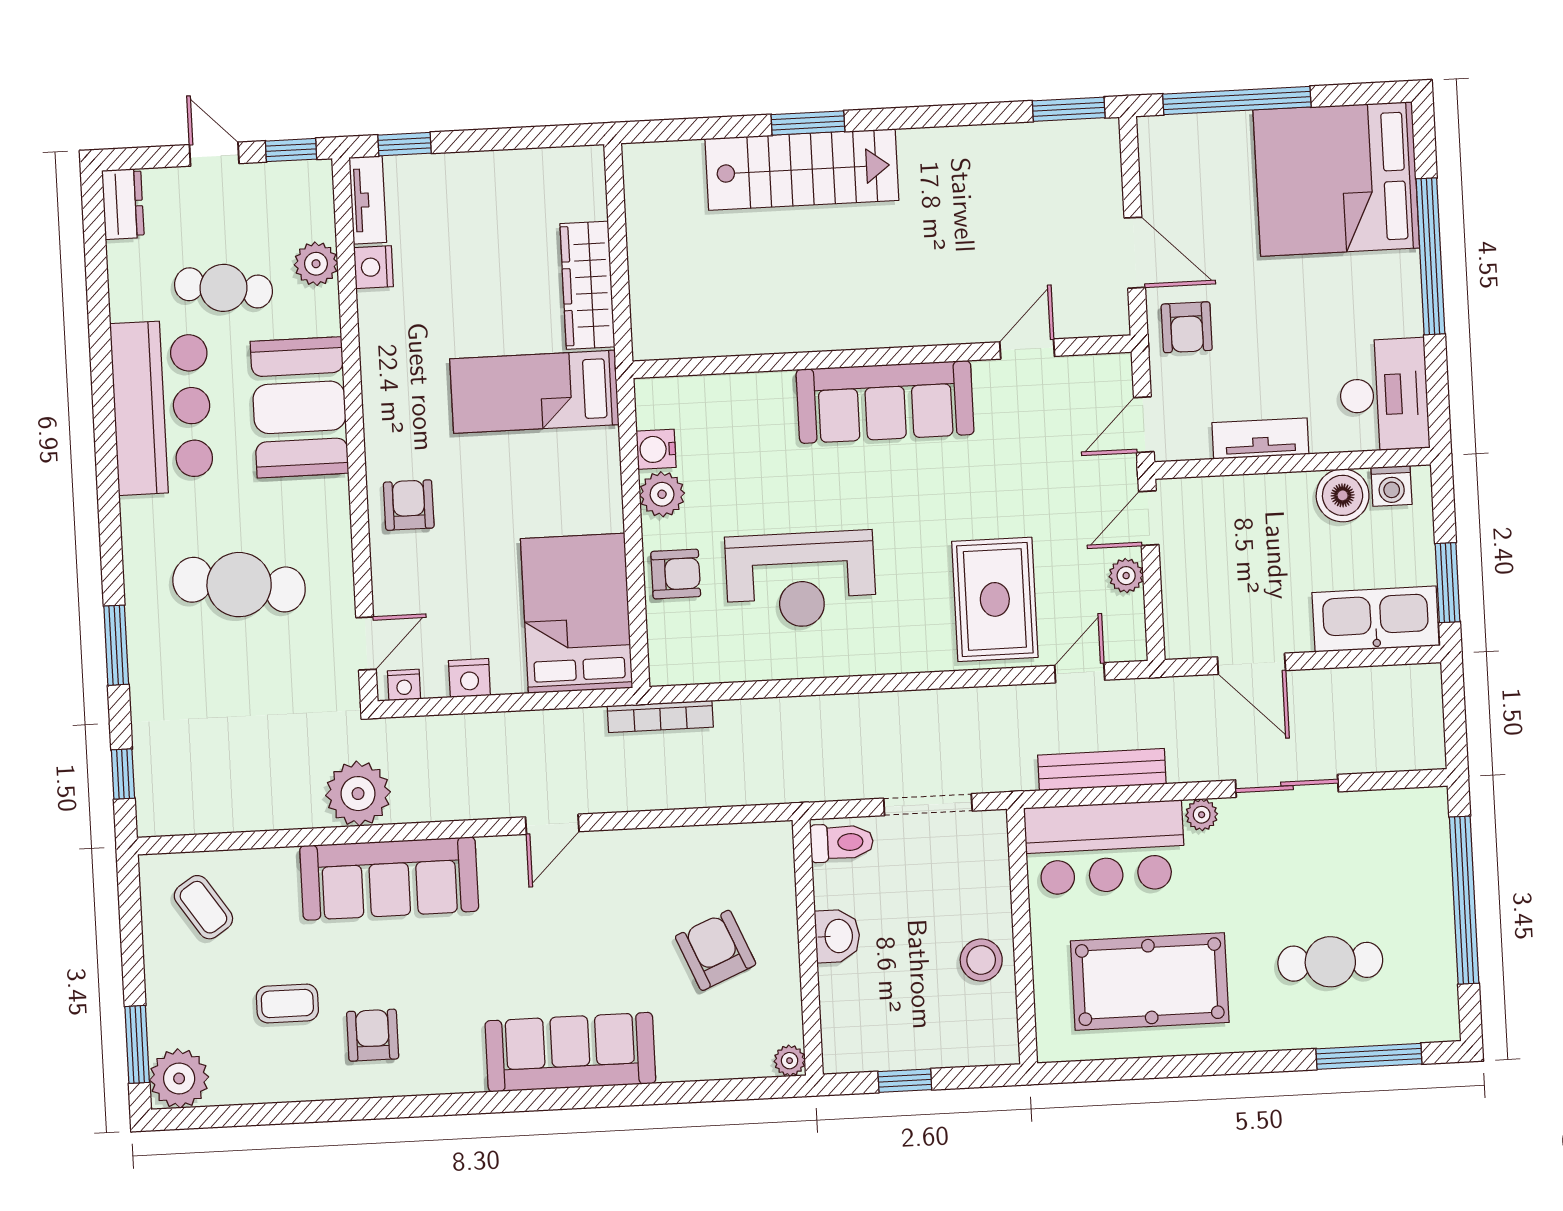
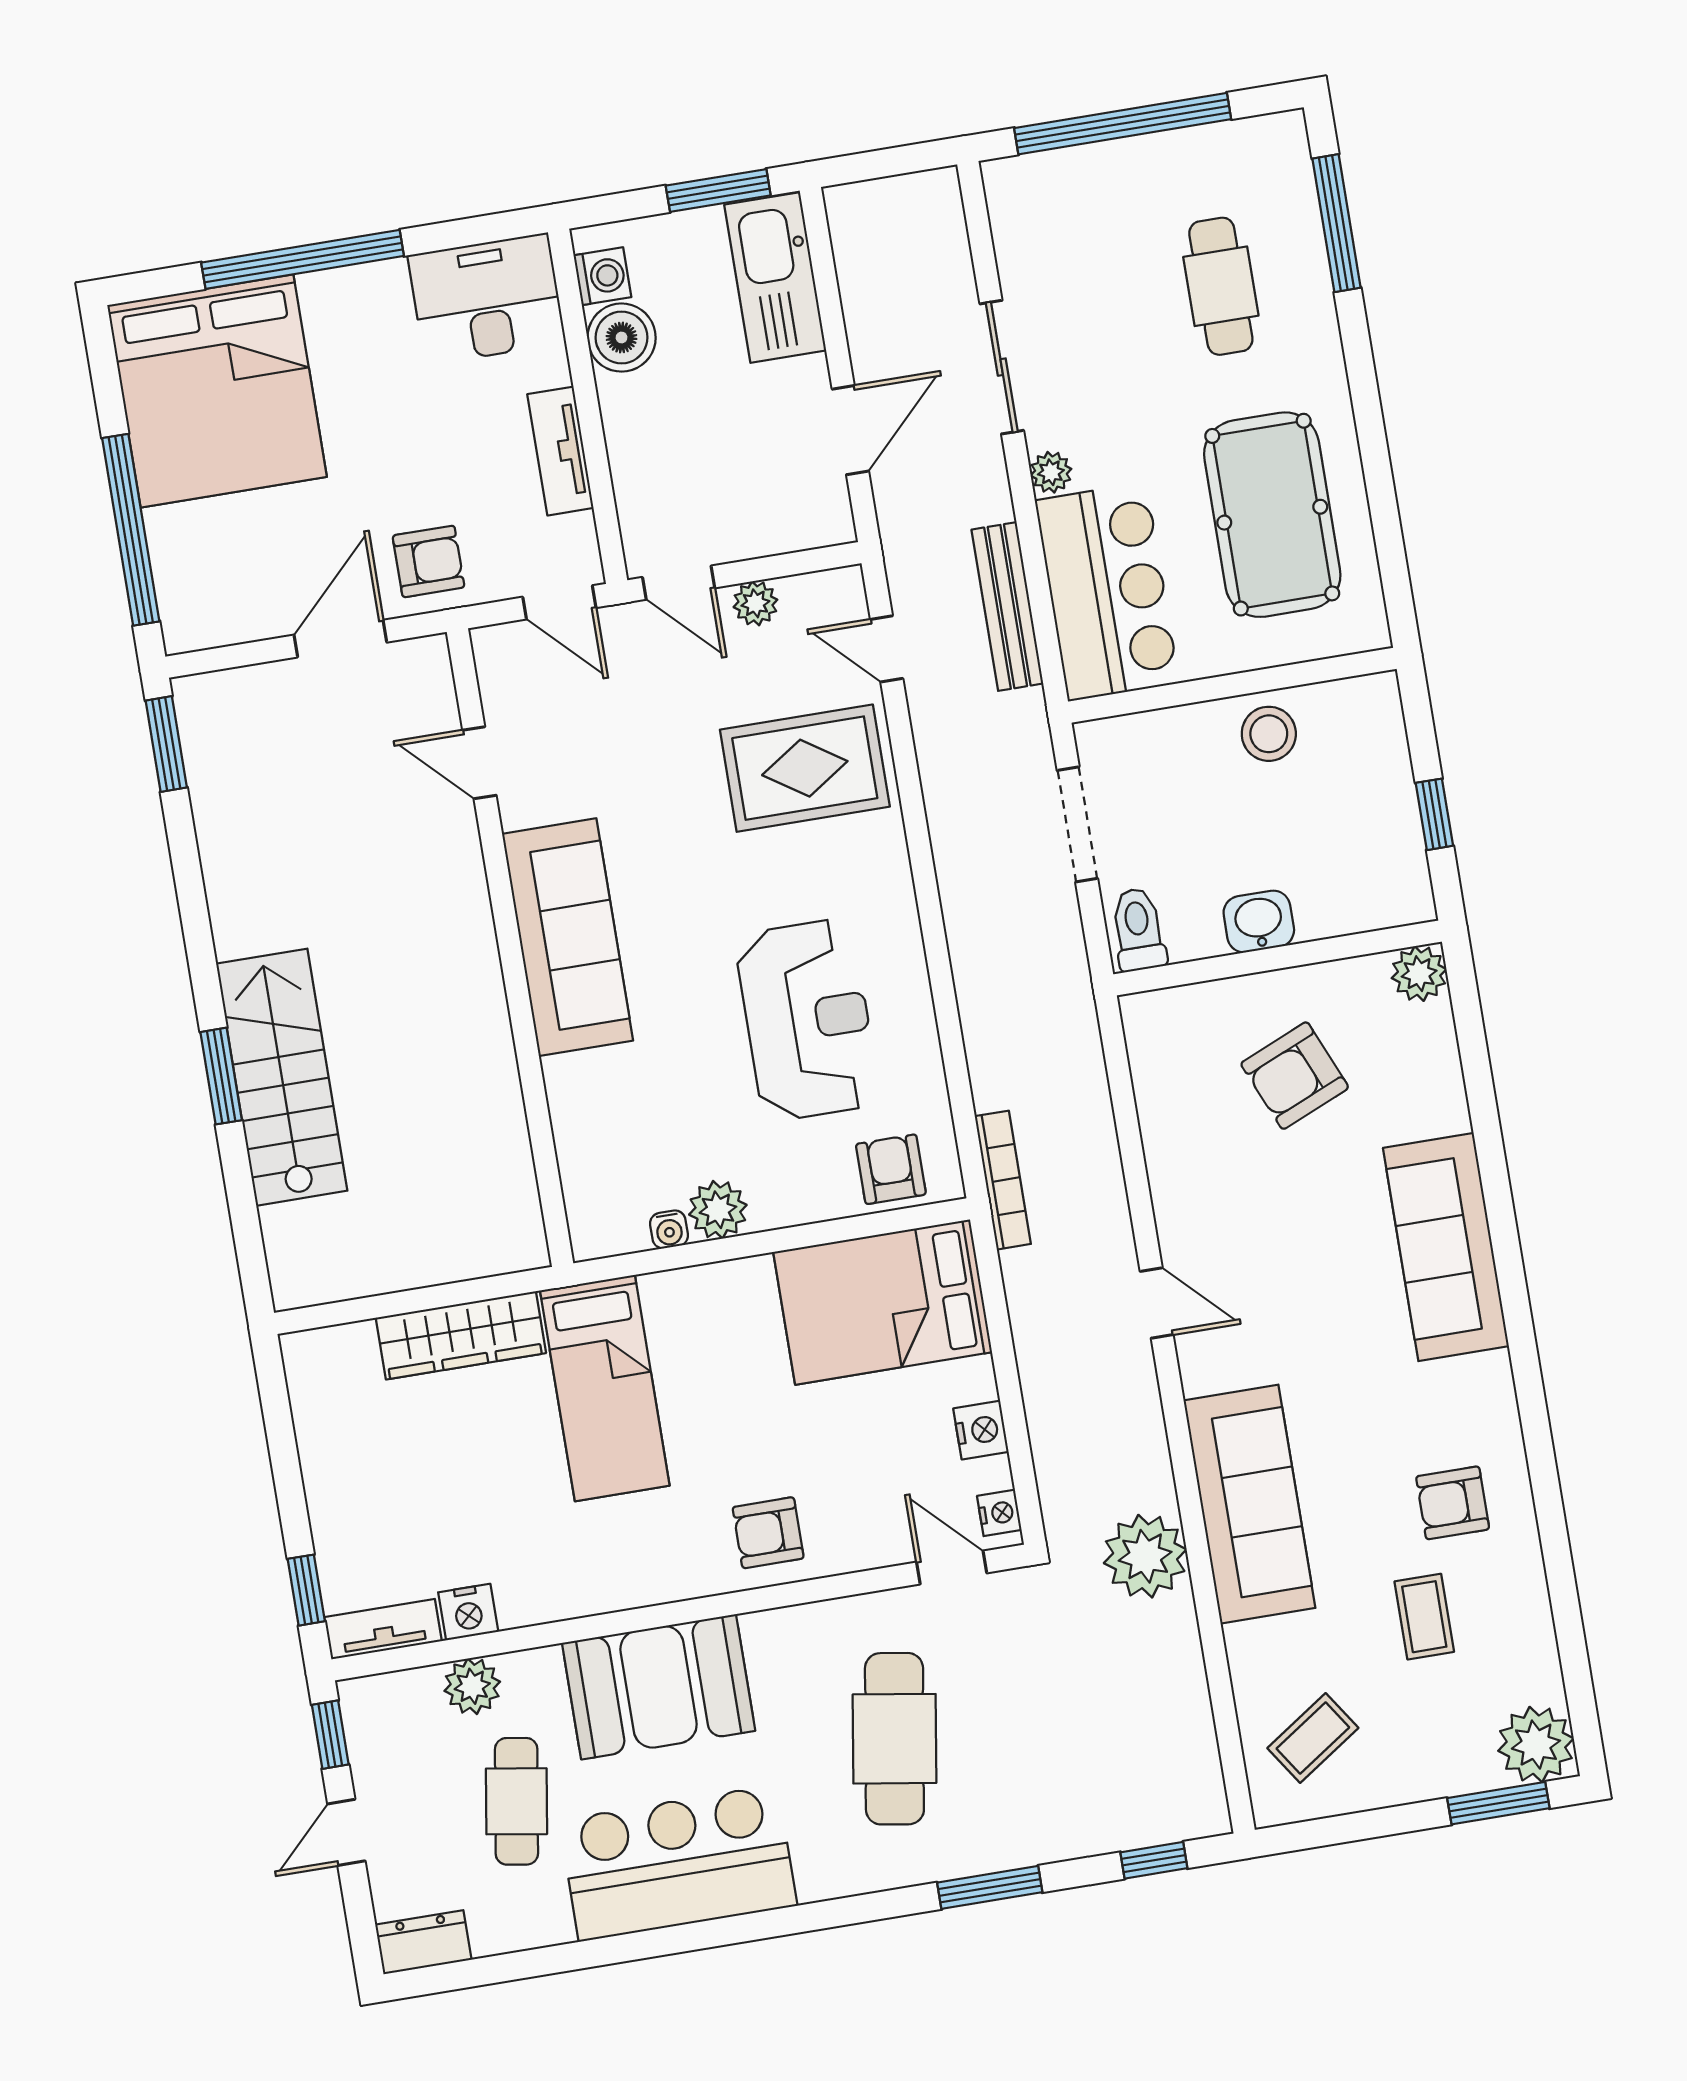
water cooler: (656, 449) -> (669, 1229), width x0.72, depth x0.72
armchair: (676, 574) -> (891, 1169), moved
plant: (790, 1061) -> (1419, 974), width x1.38, depth x1.38

